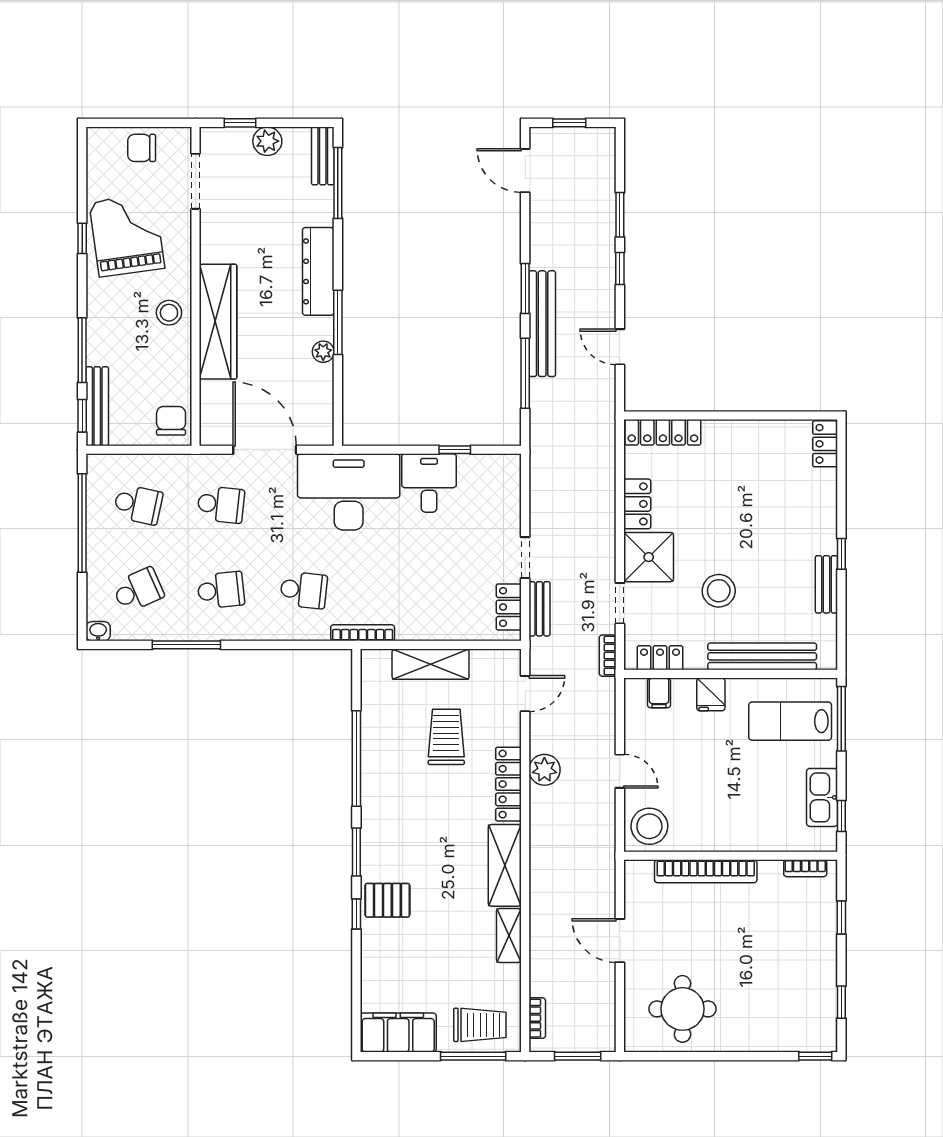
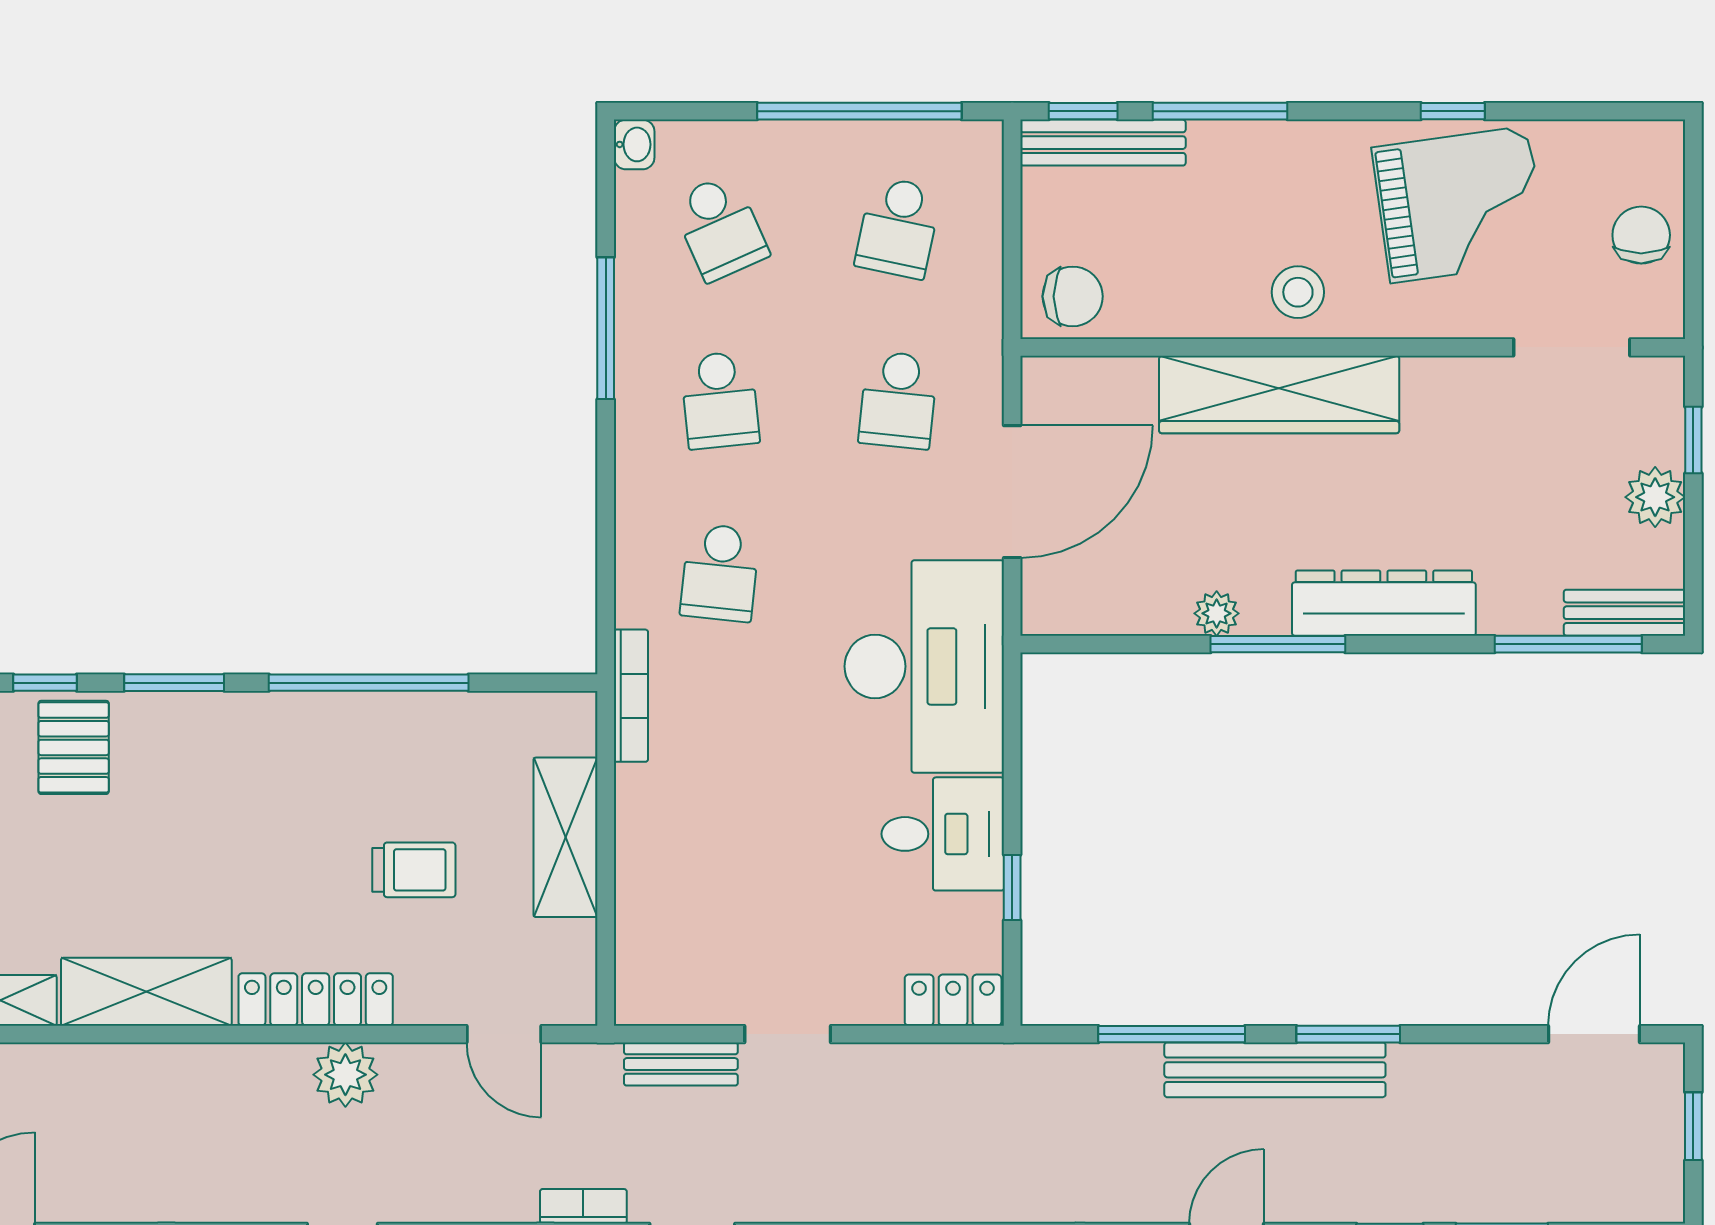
locker: (509, 607) -> (953, 1000), moved
trolley: (446, 737) -> (414, 870), width x0.73, depth x0.72

